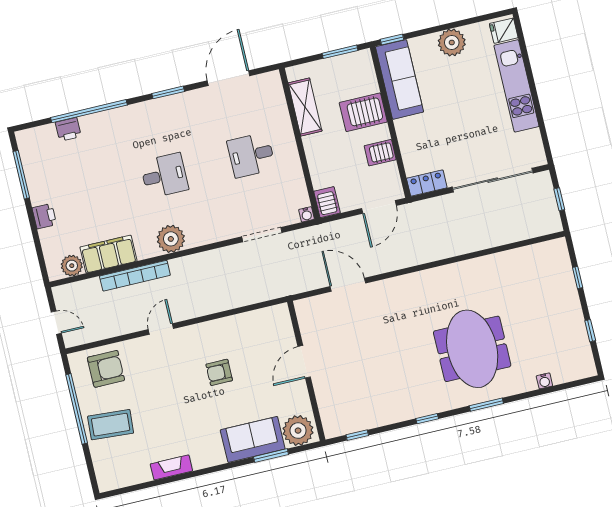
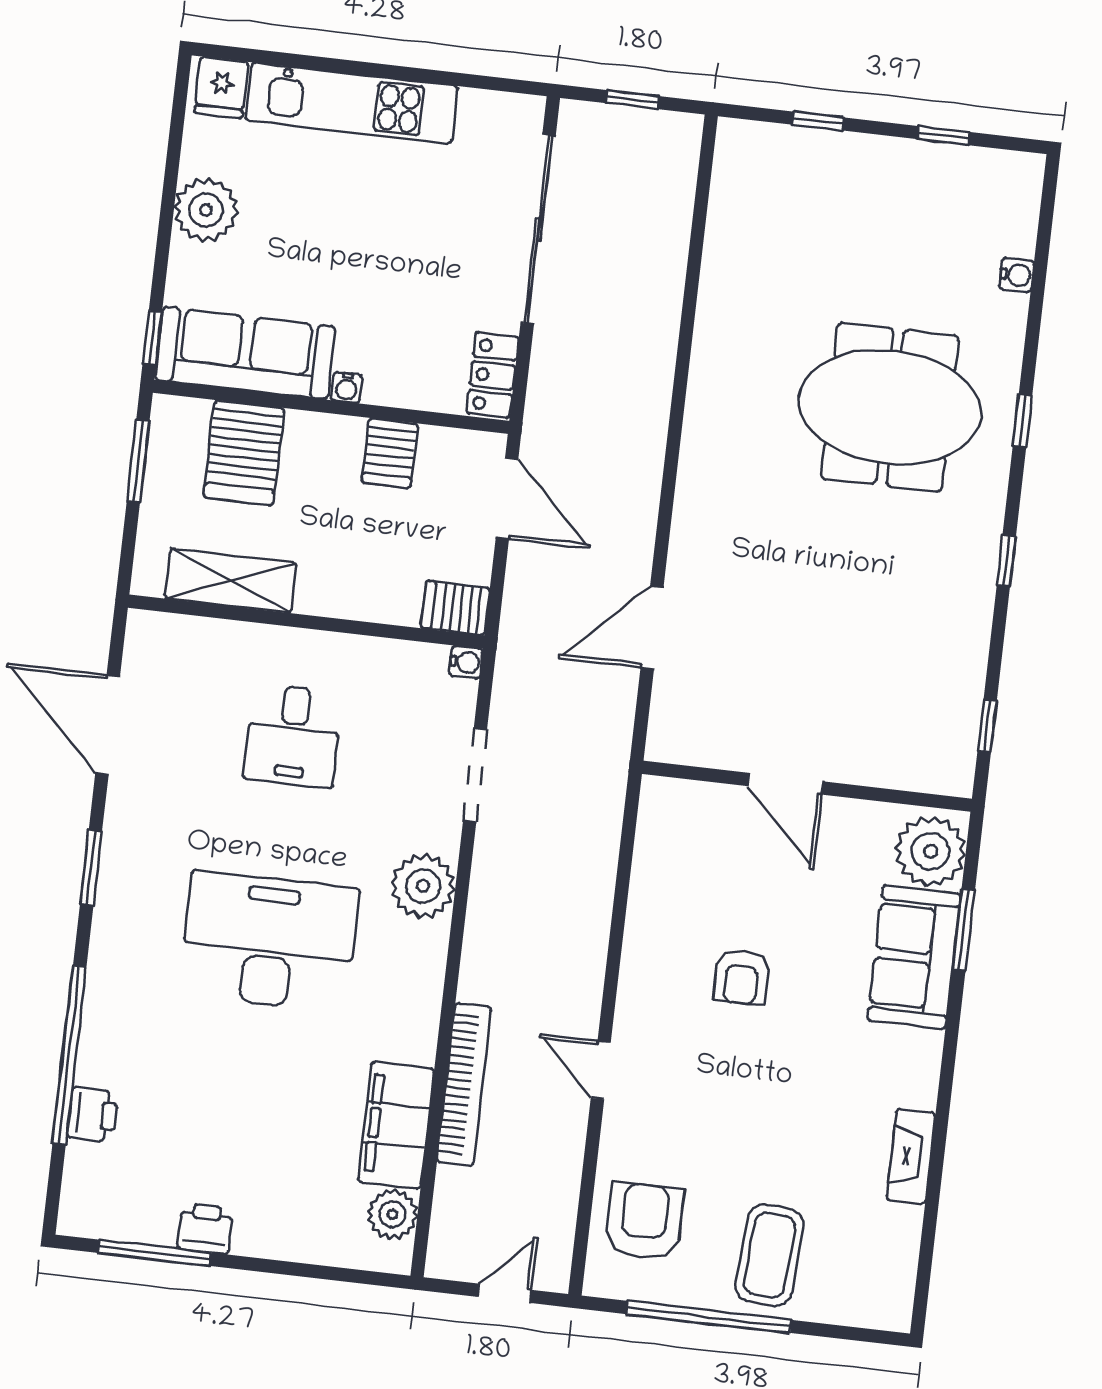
server rack: (363, 112) -> (244, 453), moved
water cooler: (400, 126) -> (347, 388), added
desk: (164, 176) -> (269, 942), width x1.87, depth x1.30
printer: (44, 216) -> (205, 1229), moved
plant: (171, 239) -> (423, 886), moved
window: (486, 405) -> (1023, 420), width x0.67

